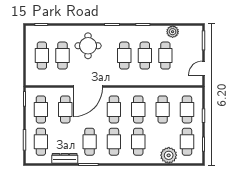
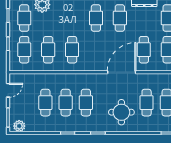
plant: (173, 32) -> (19, 126), moved
cafe table: (114, 109) -> (96, 50), removed
cafe table: (138, 142) -> (72, 18), removed

